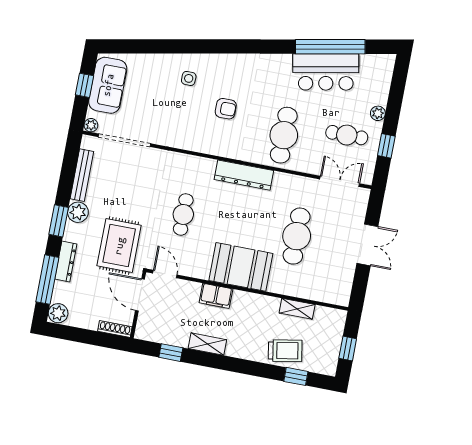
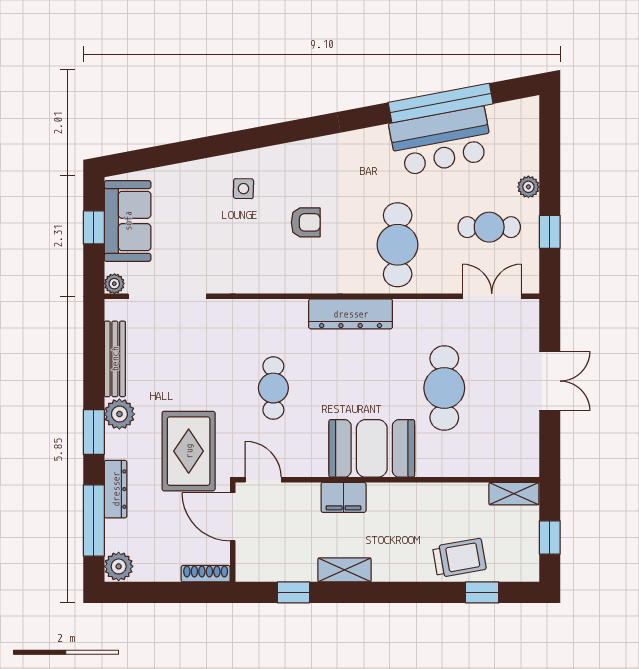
shelving: (297, 309) -> (514, 494), moved

